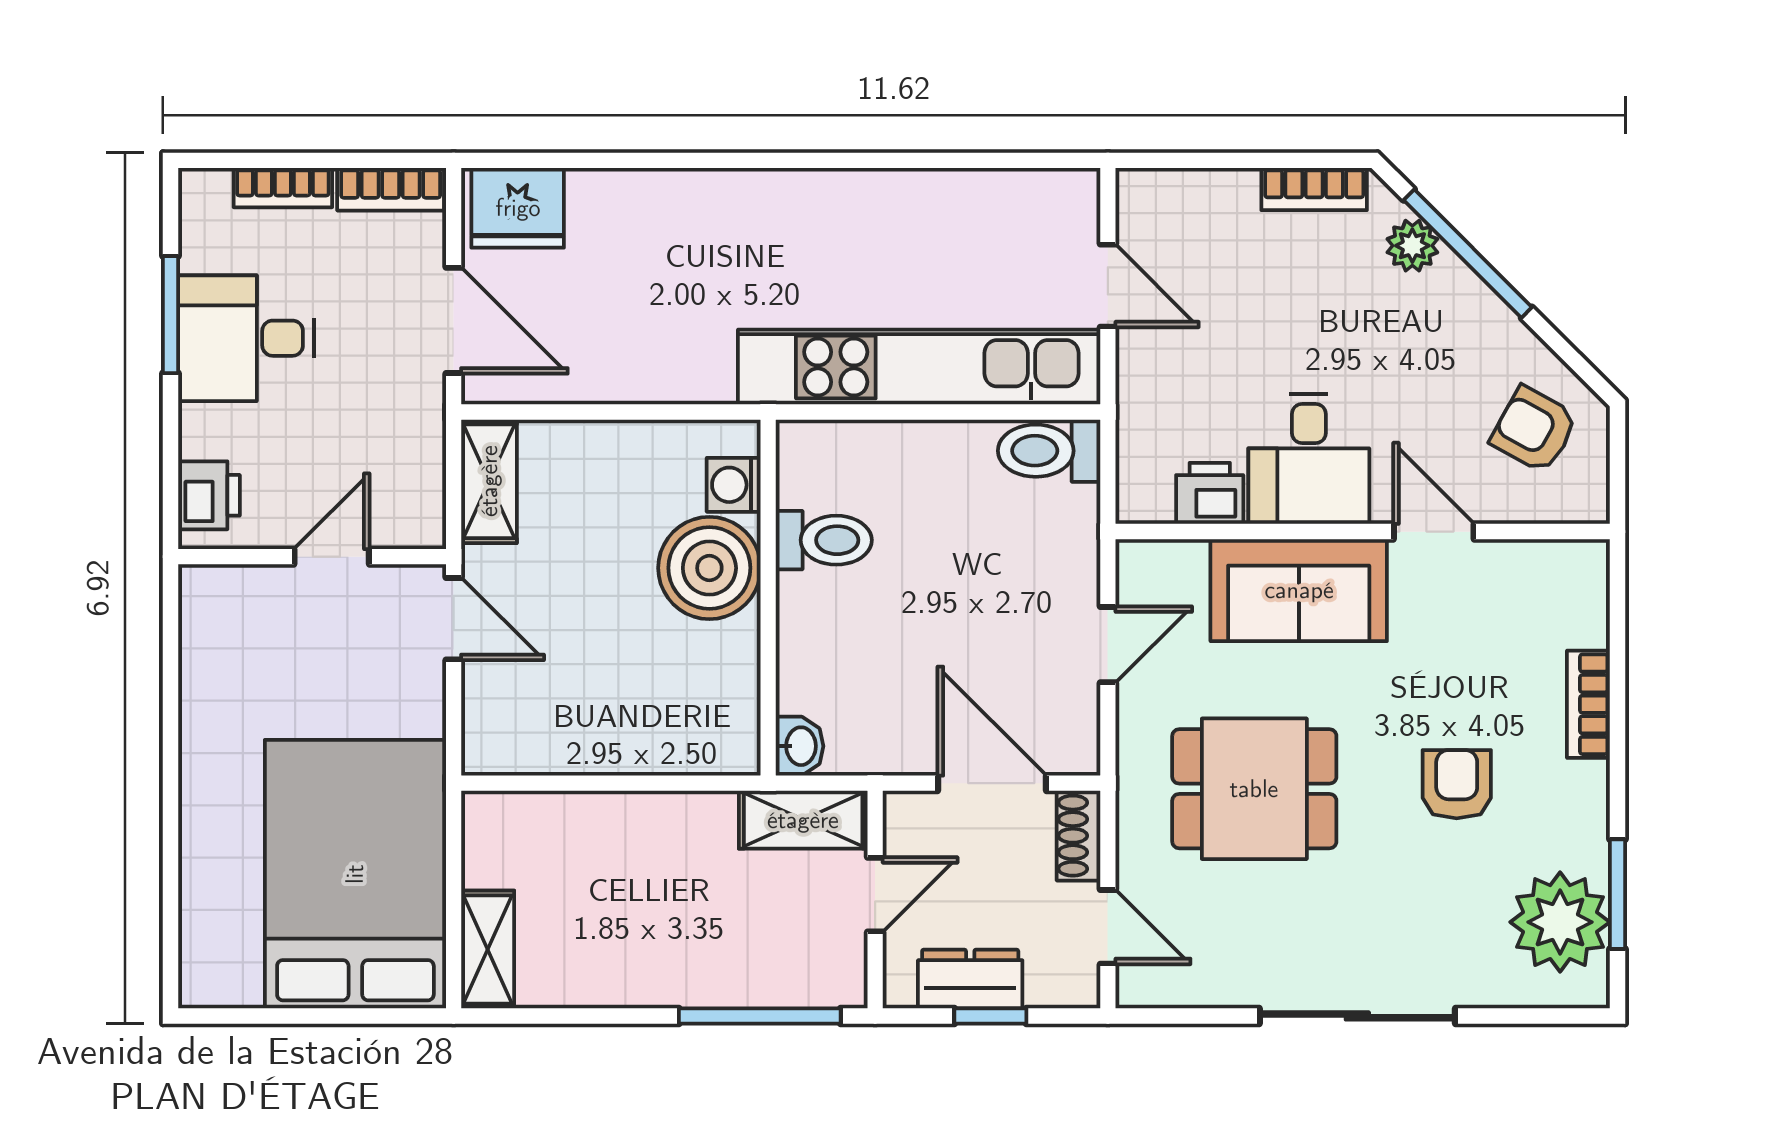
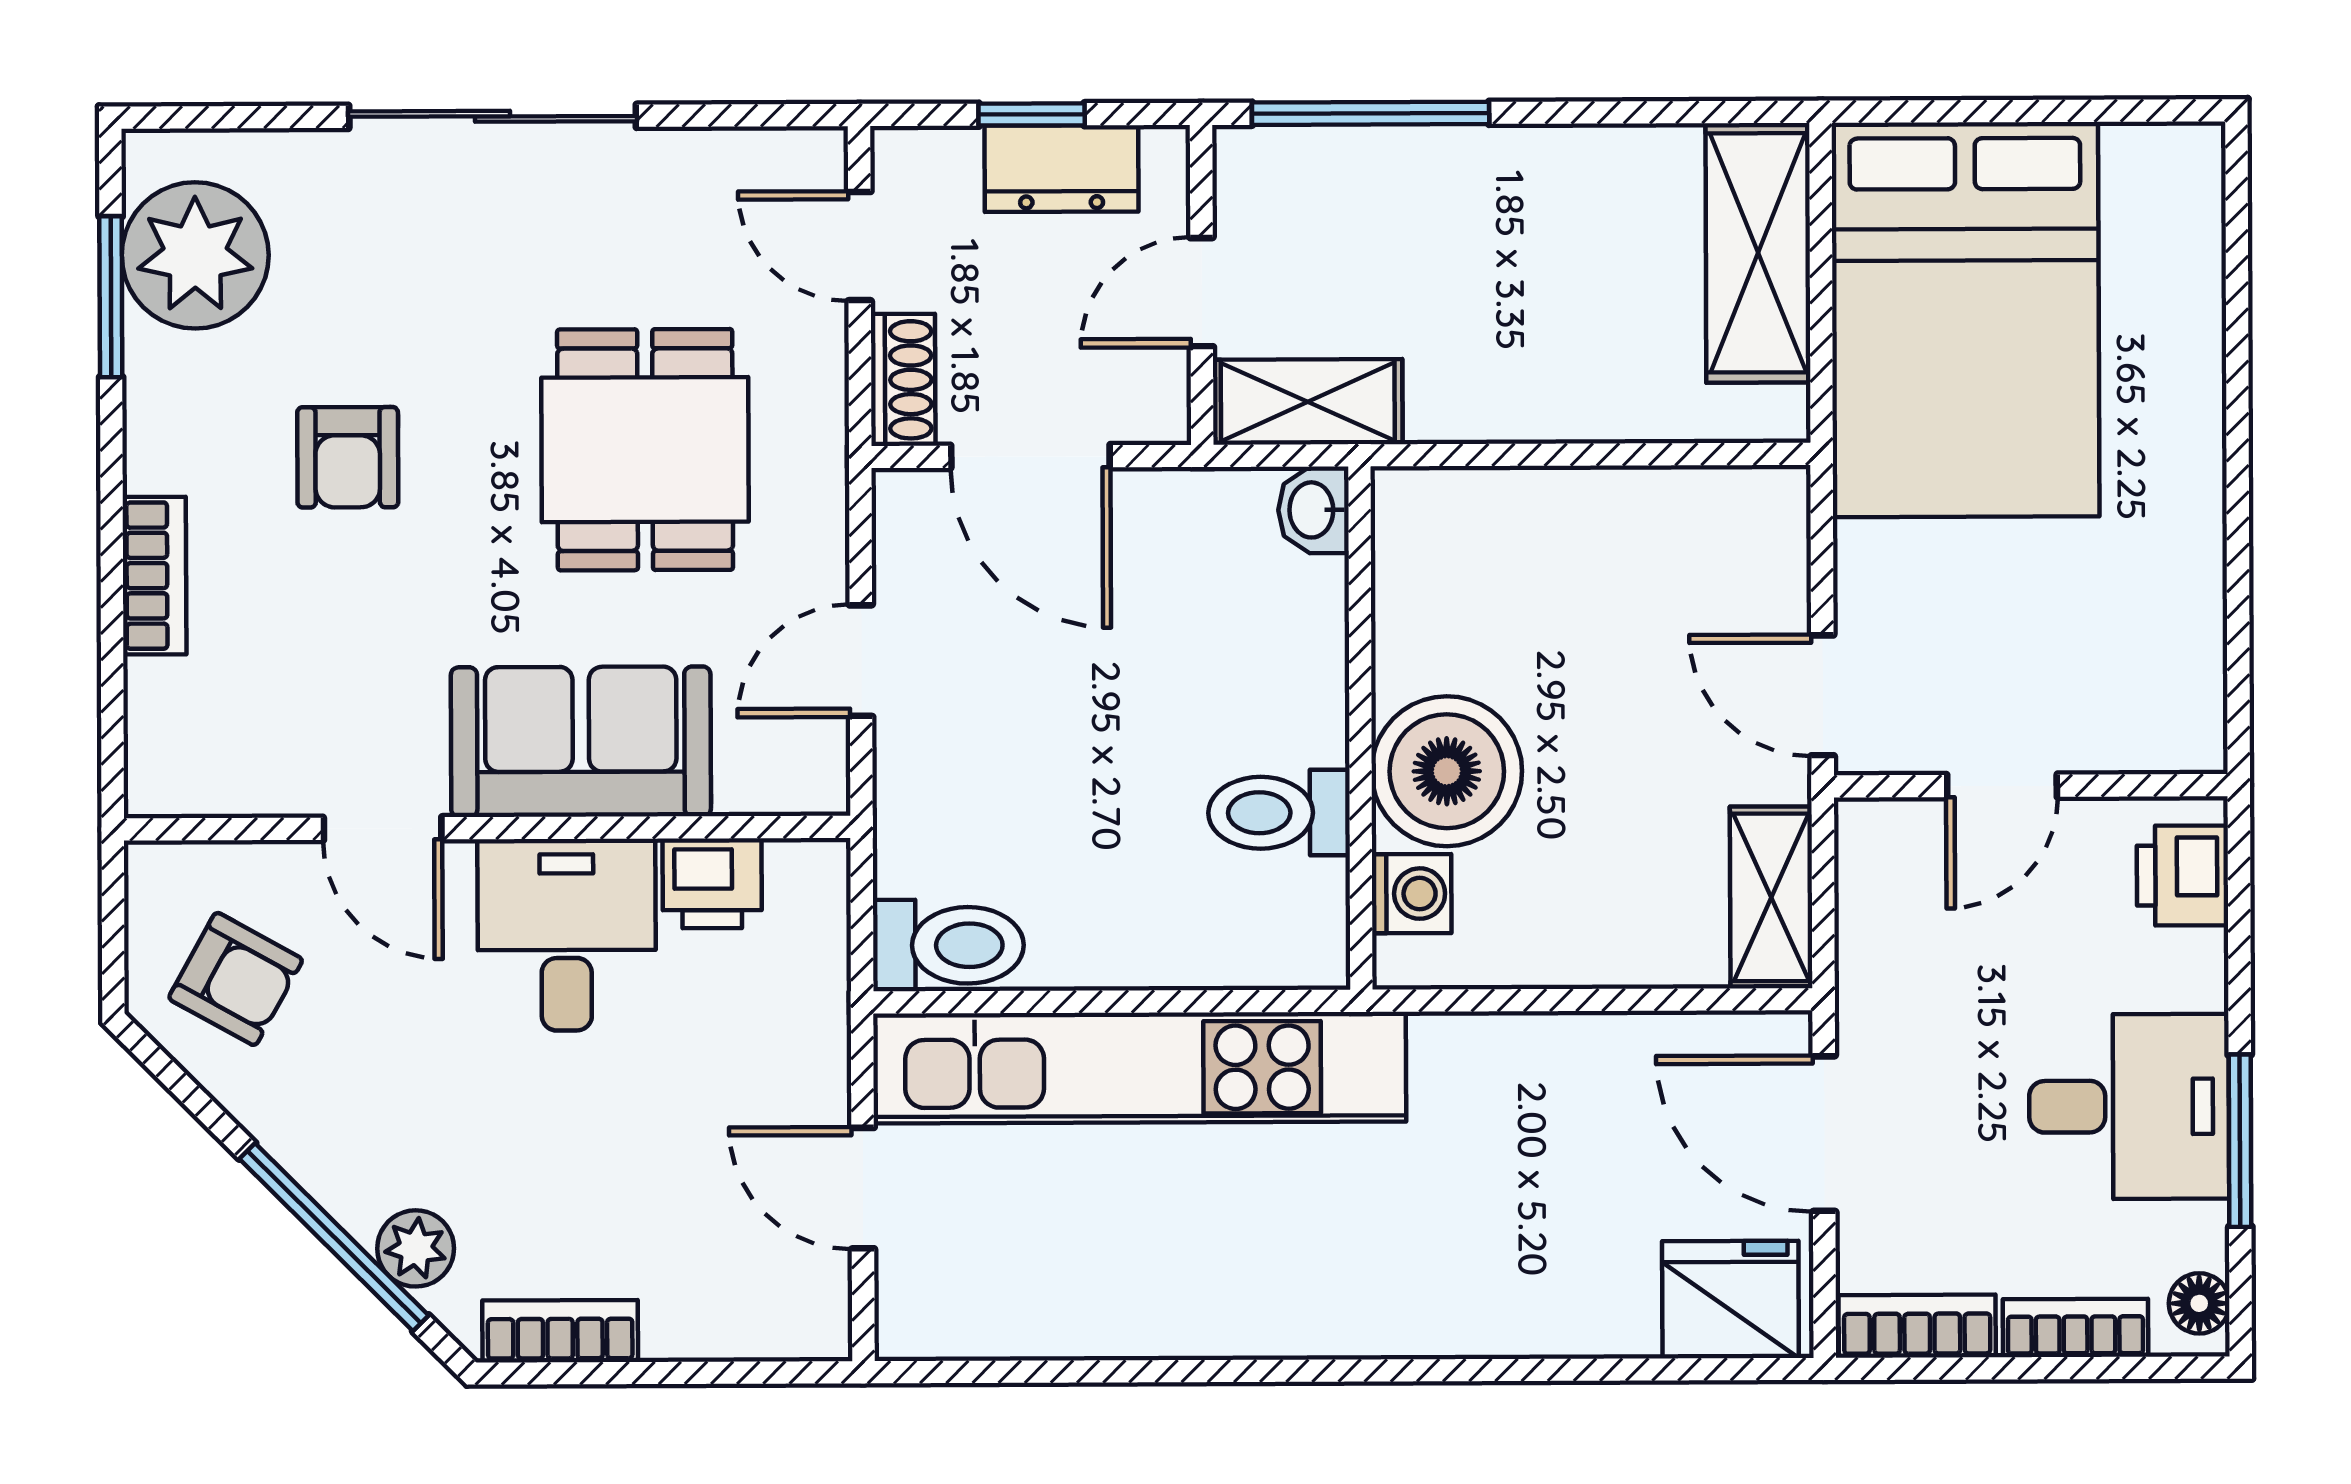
floor lamp: (199, 204) -> (2199, 1303), added
dining table: (1254, 789) -> (645, 450), turned 90
shelving: (488, 950) -> (1758, 253), width x1.50, depth x1.33

